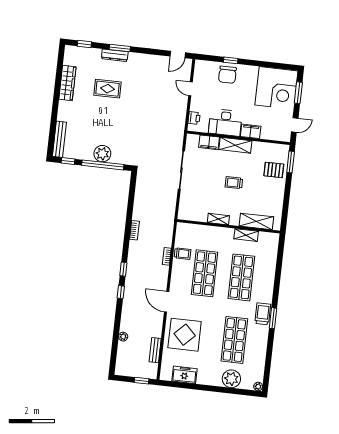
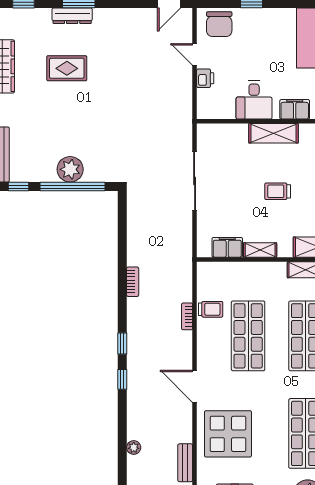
chair: (227, 75) -> (219, 24), moved
printer: (194, 118) -> (205, 78), moved
desk: (225, 122) -> (254, 100), width x0.73
filing cabinet: (209, 142) -> (227, 247), moved, turned 180

